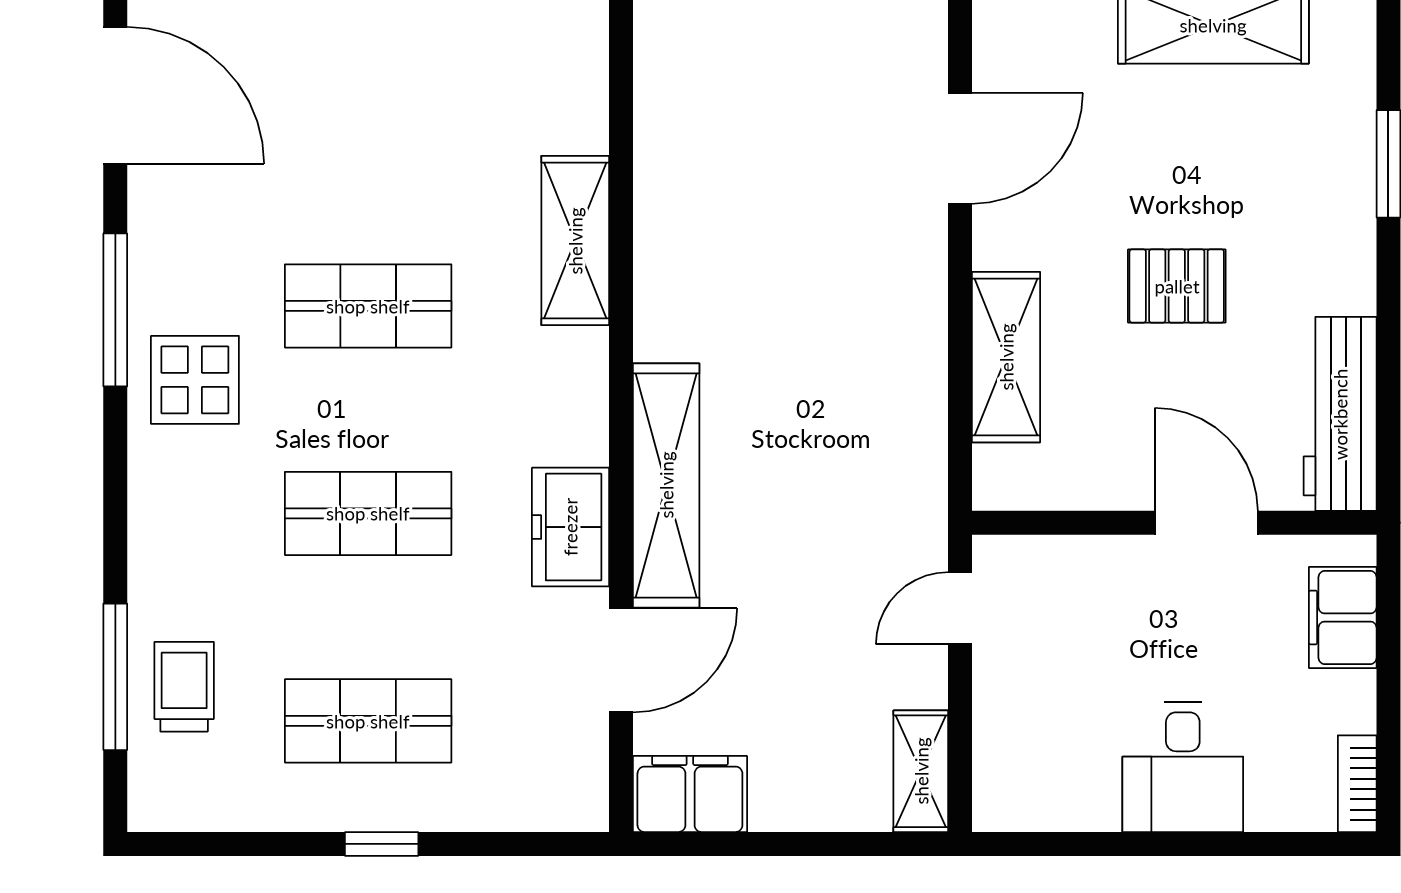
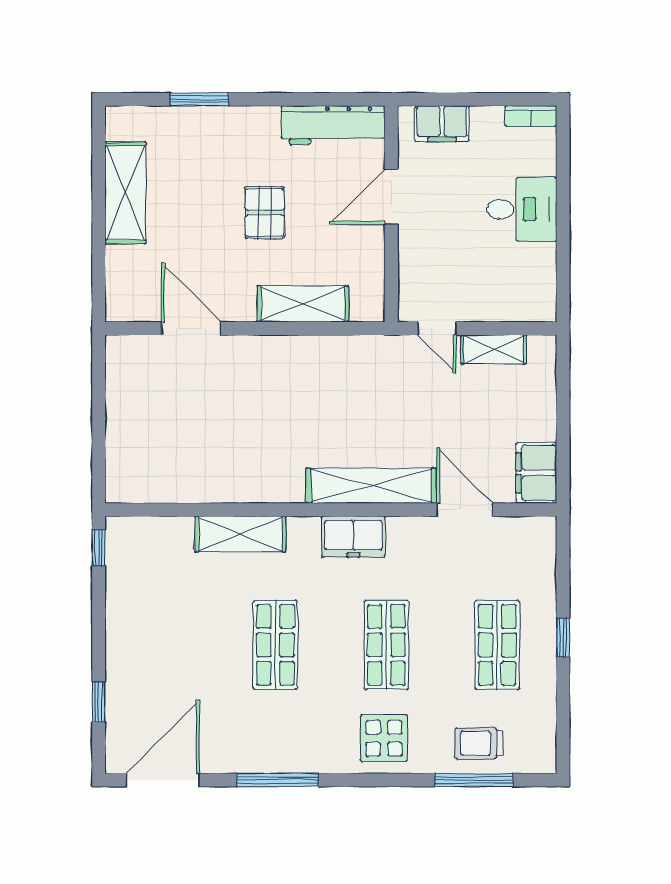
display table: (195, 380) -> (384, 738), moved
freezer: (570, 527) -> (353, 537), moved
shelving: (921, 771) -> (494, 349), moved

